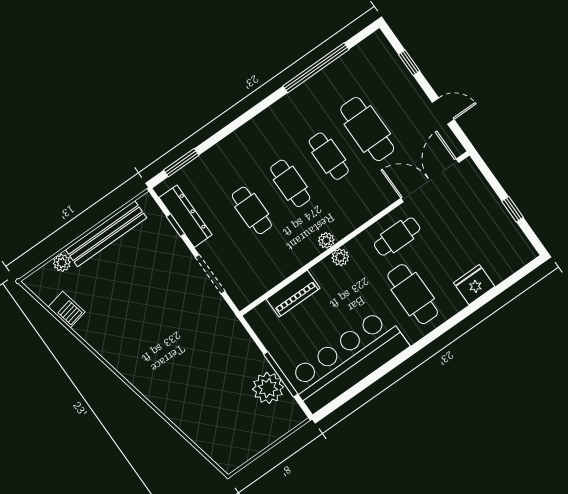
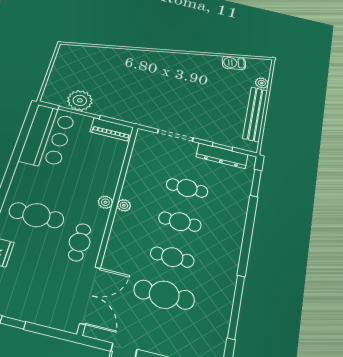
piano: (293, 294) -> (112, 130), moved, turned -90
bar counter: (347, 361) -> (48, 137), width x0.73

